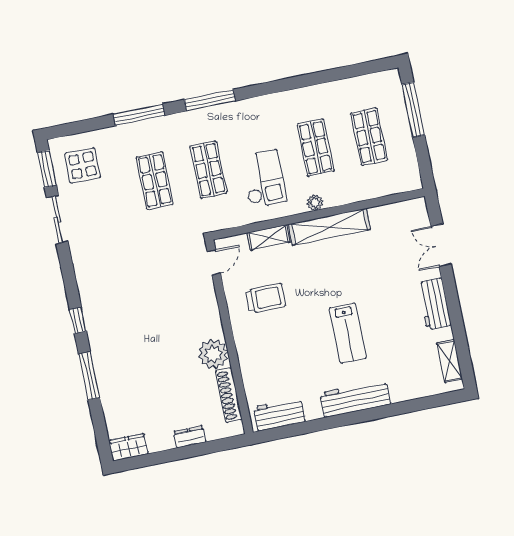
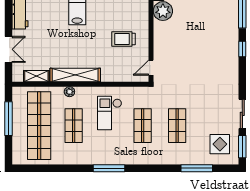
window: (210, 100) -> (109, 168), moved
window: (413, 110) -> (8, 119), moved
window: (139, 115) -> (197, 168), moved
shop shelf: (369, 137) -> (39, 126), width x2.00, depth x1.36
plant: (315, 203) -> (69, 92), moved
shelving: (269, 237) -> (36, 76), moved

